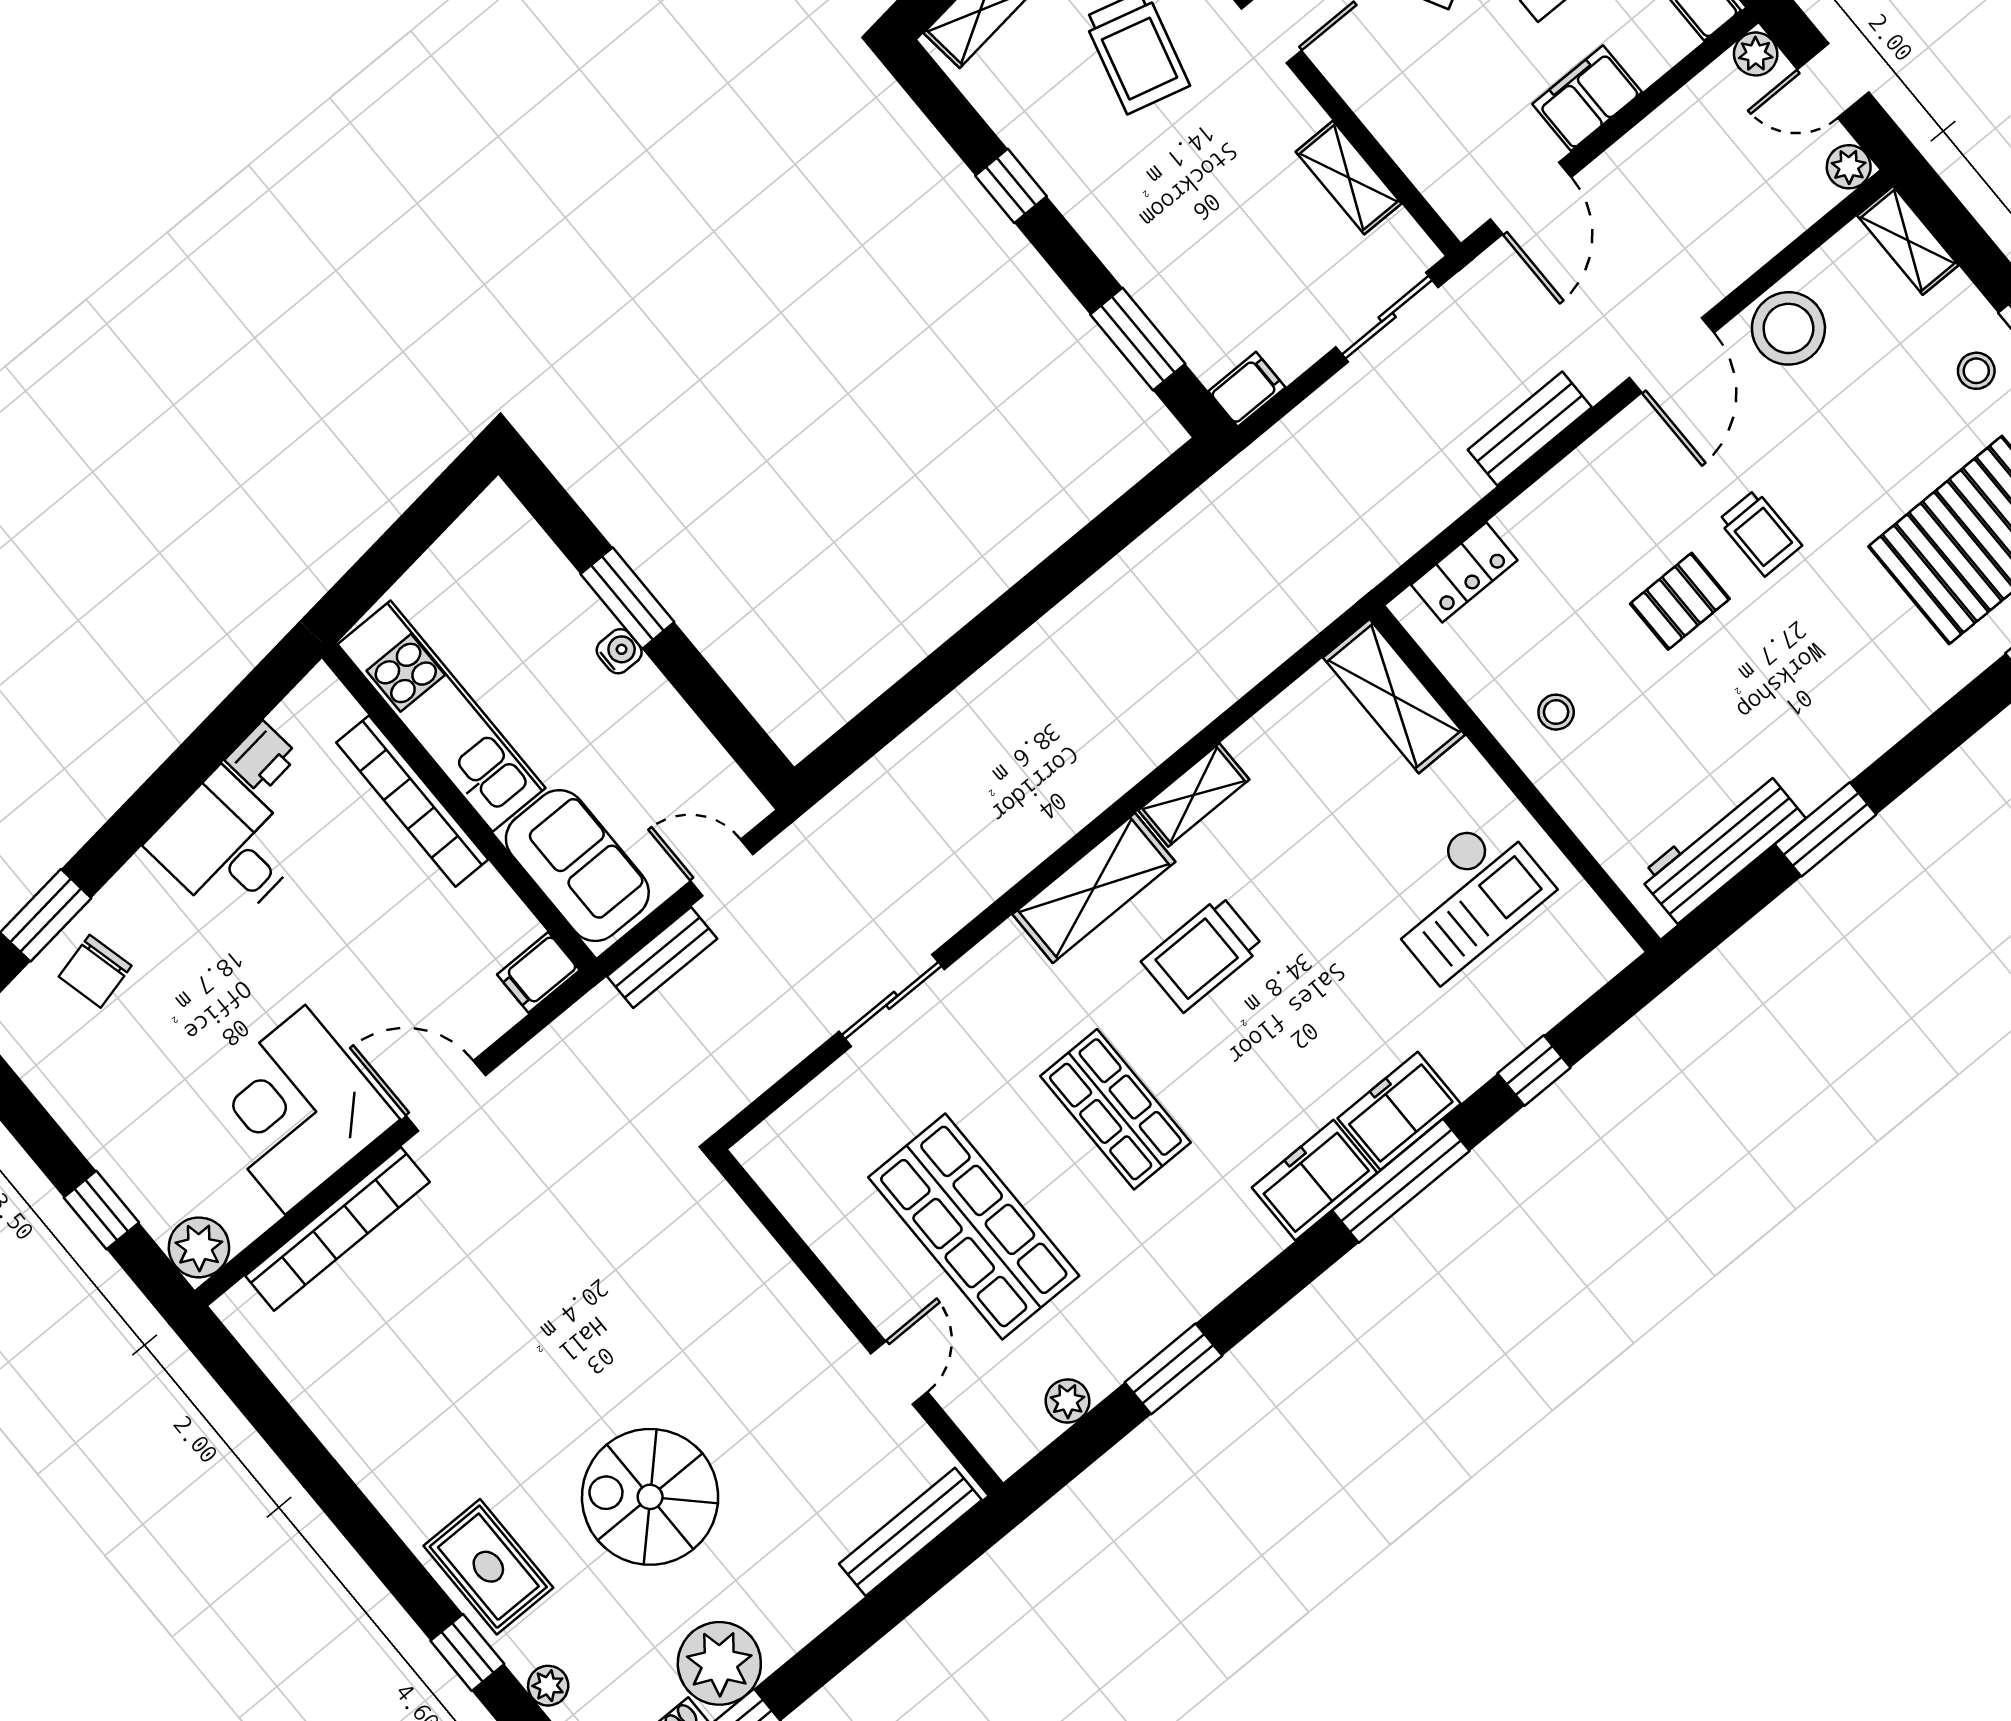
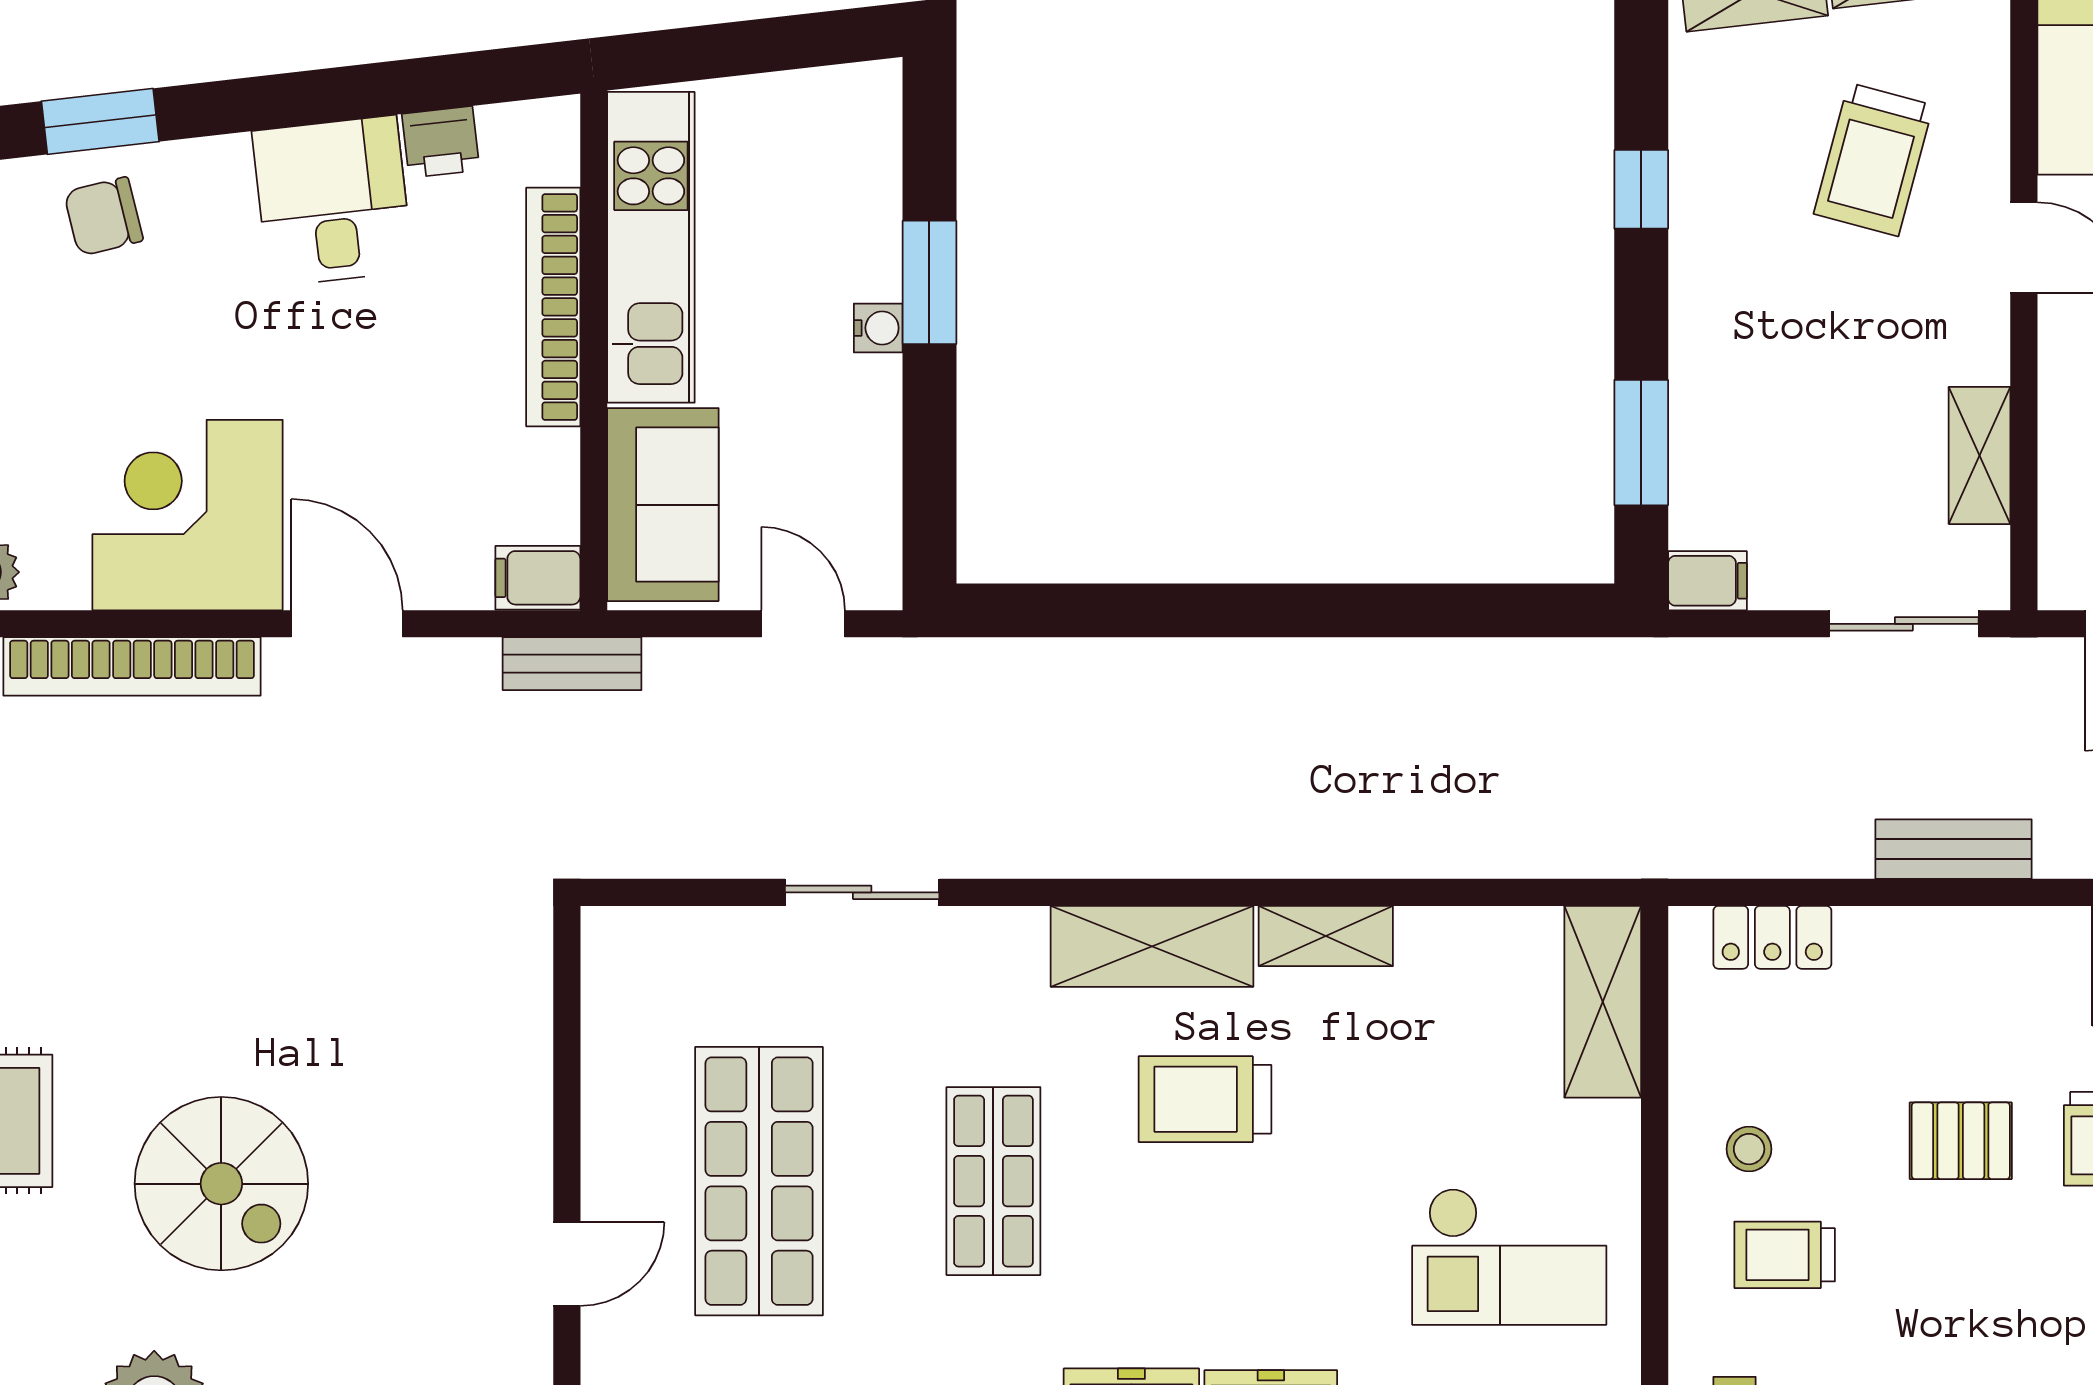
trolley: (1630, 758) -> (1785, 1255), added
bench: (662, 958) -> (572, 664), moved
spiral stairs: (650, 1497) -> (221, 1184), turned 180

